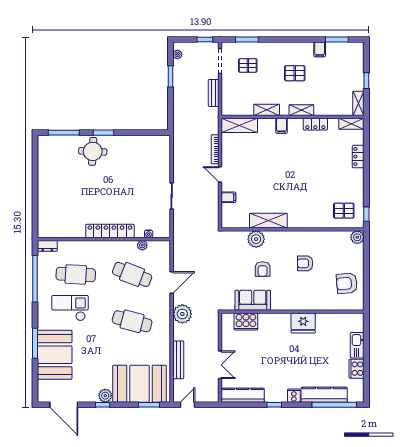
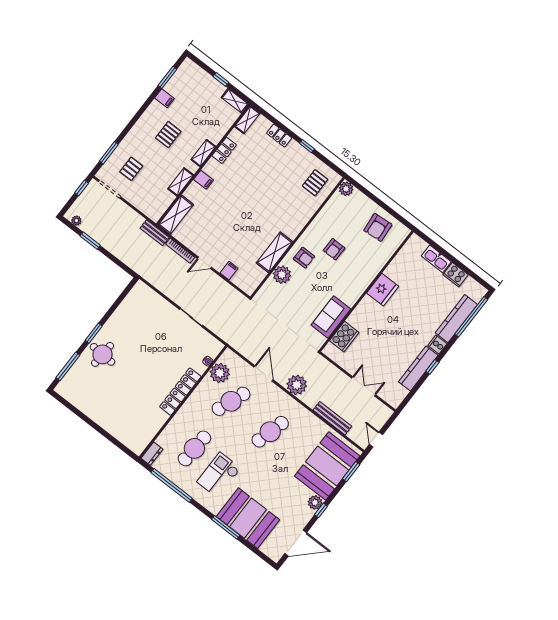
bench: (214, 93) -> (155, 233), moved
window: (366, 214) -> (307, 146), moved
plant: (142, 245) -> (220, 373), width x1.88, depth x1.88
armchair: (263, 269) -> (304, 258), moved
kitchen counter: (243, 395) -> (418, 368), moved

